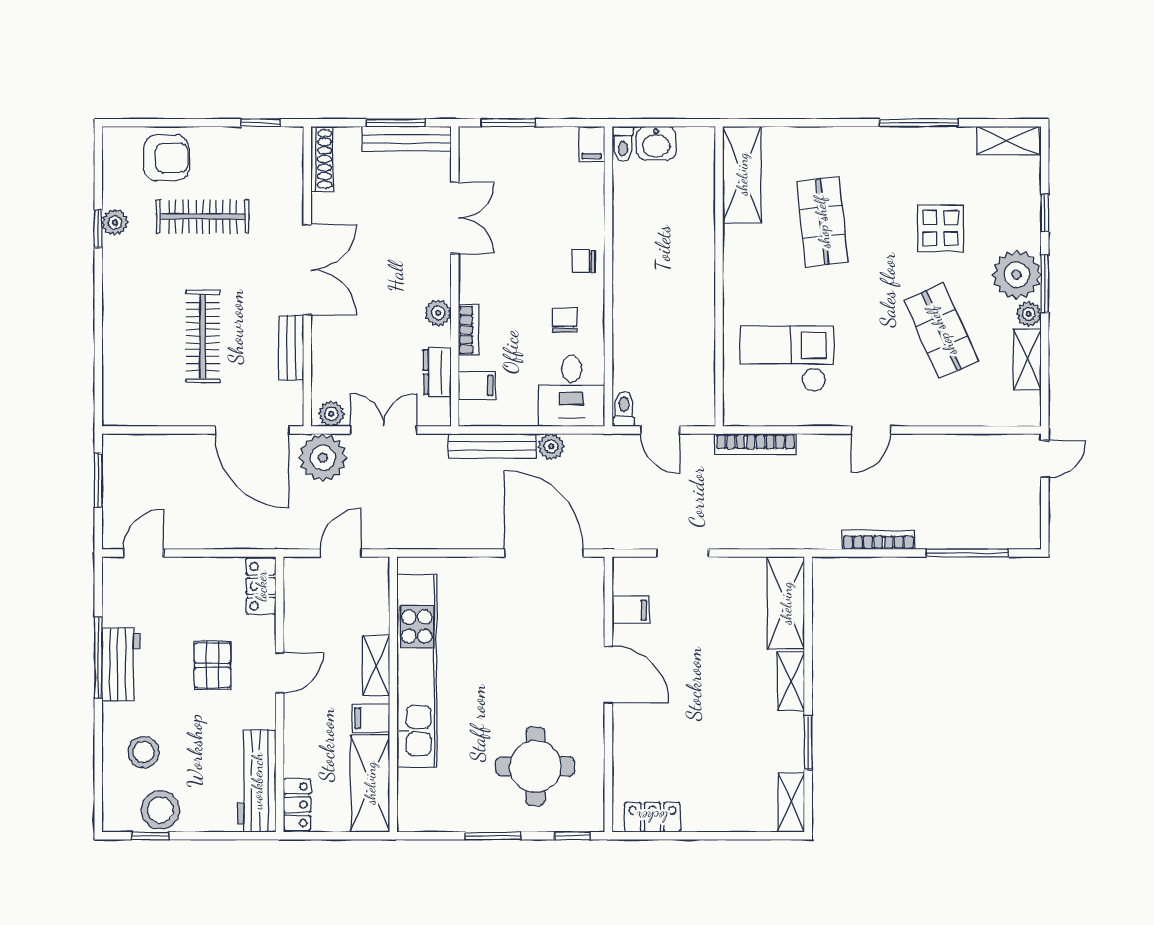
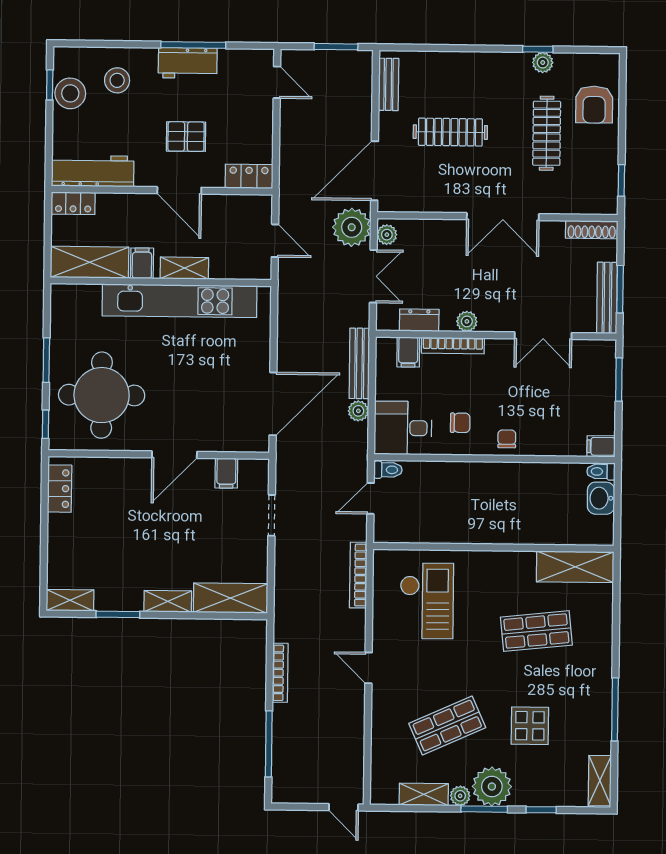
bookcase: (468, 330) -> (453, 346), width x1.56
bench: (291, 348) -> (389, 84), moved, turned 90
door: (280, 673) -> (179, 190), width x1.38
round table: (535, 766) -> (102, 395), width x1.36, depth x1.36

